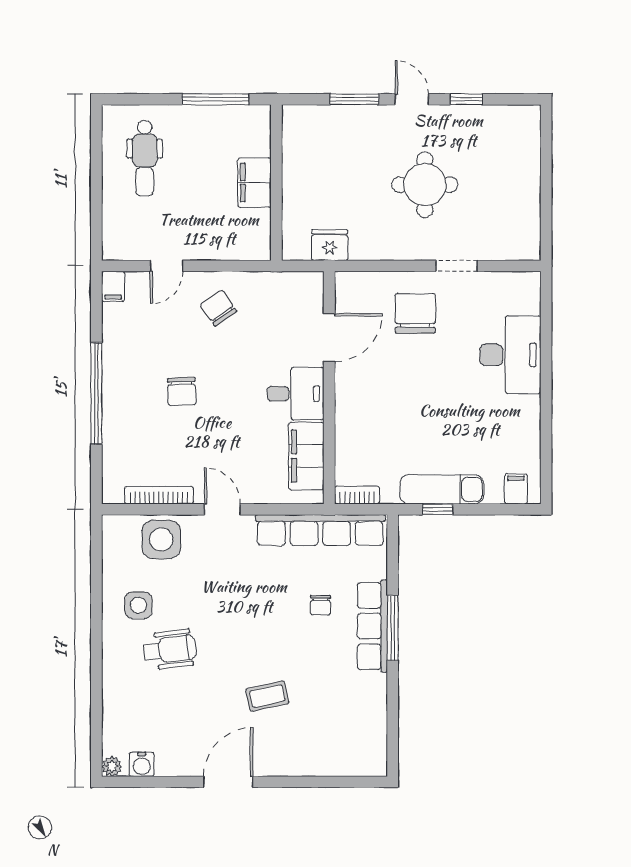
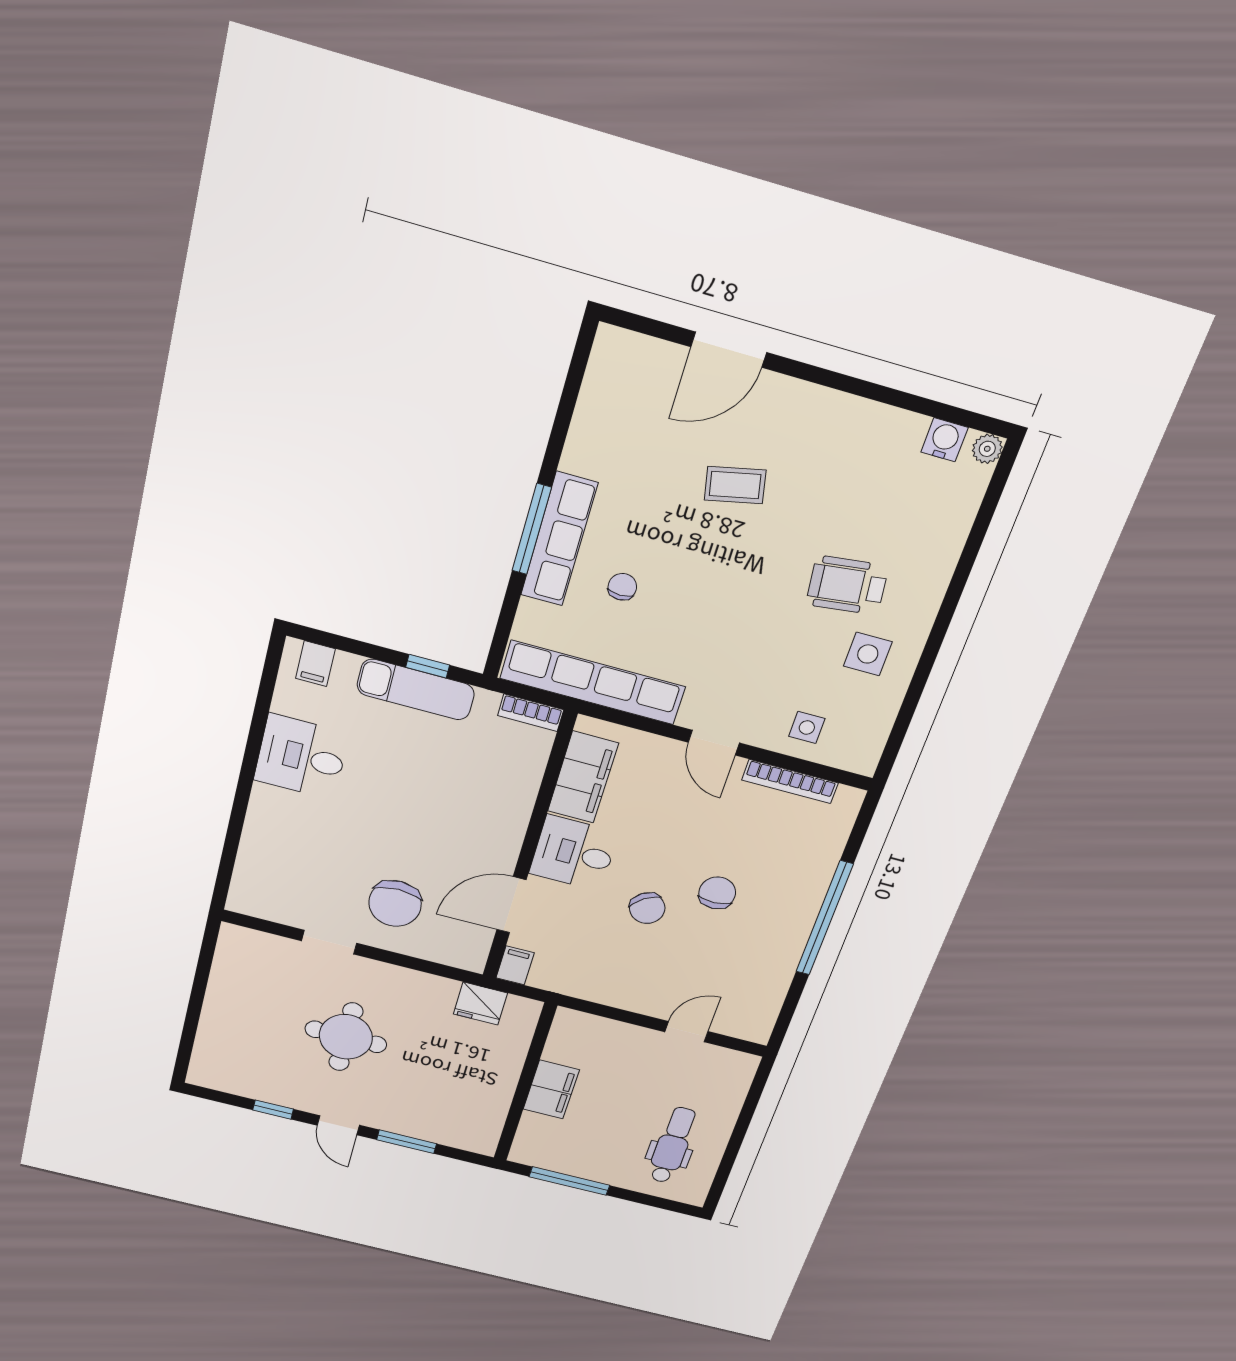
filing cabinet: (113, 286) -> (515, 965), moved
chair: (218, 308) -> (647, 908), moved
desk: (510, 355) -> (302, 757), moved, width x0.73
side table: (161, 539) -> (807, 727), width x0.54, depth x0.54
door: (228, 782) -> (729, 350), moved

